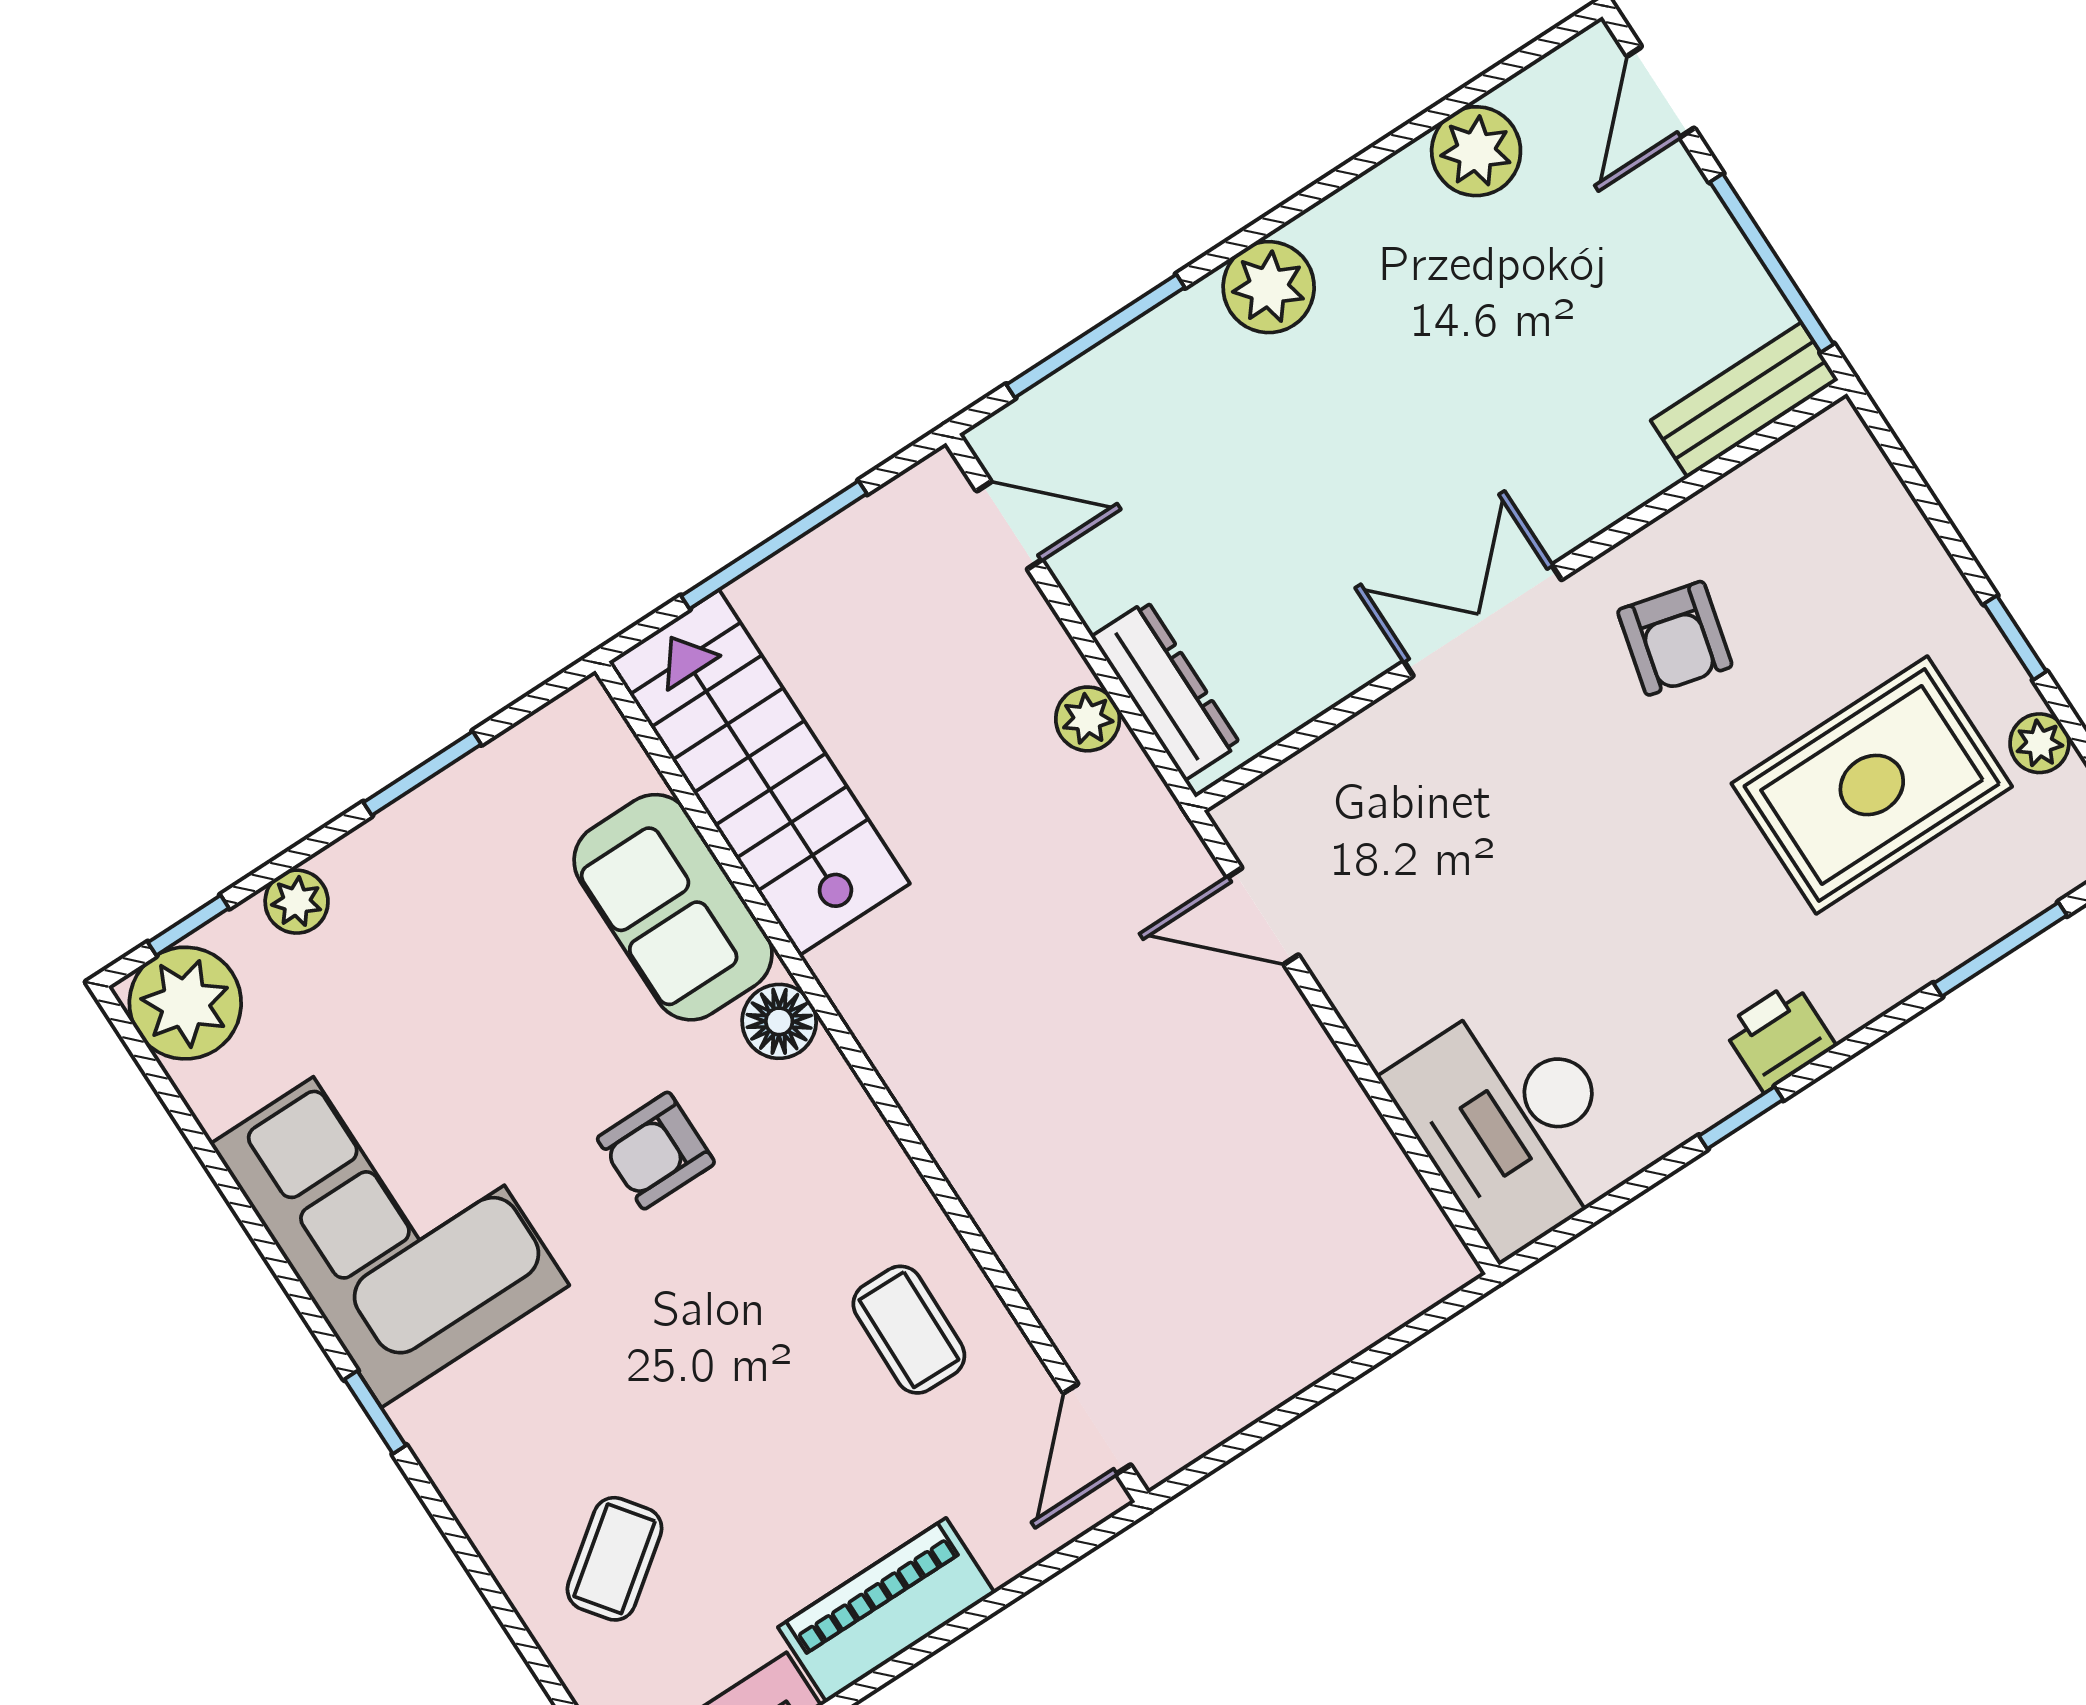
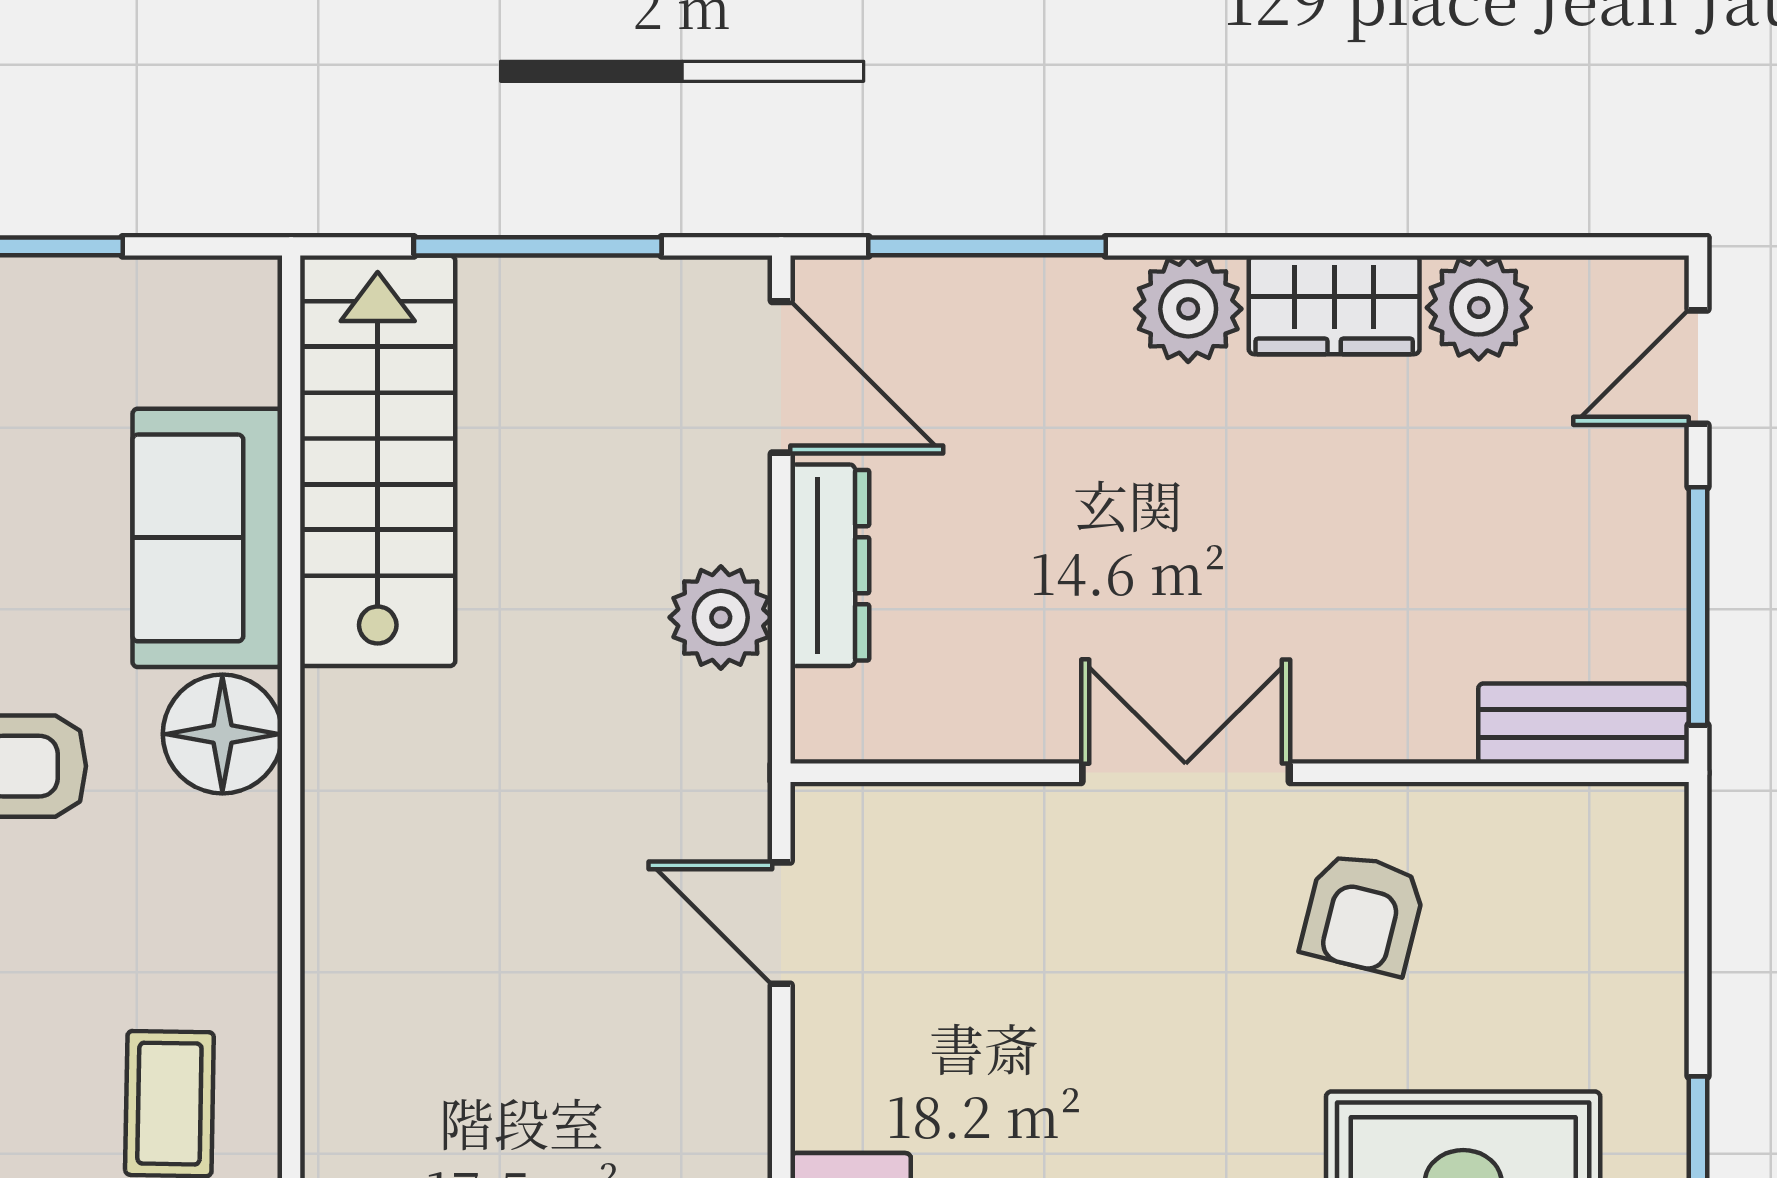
wardrobe: (1371, 217) -> (1334, 305), added
door: (1009, 525) -> (781, 377), width x1.38
dresser: (1166, 691) -> (830, 565), moved
plant: (1088, 719) -> (721, 617), width x1.38, depth x1.38
floor lamp: (779, 1021) -> (222, 734), width x1.38, depth x1.38

